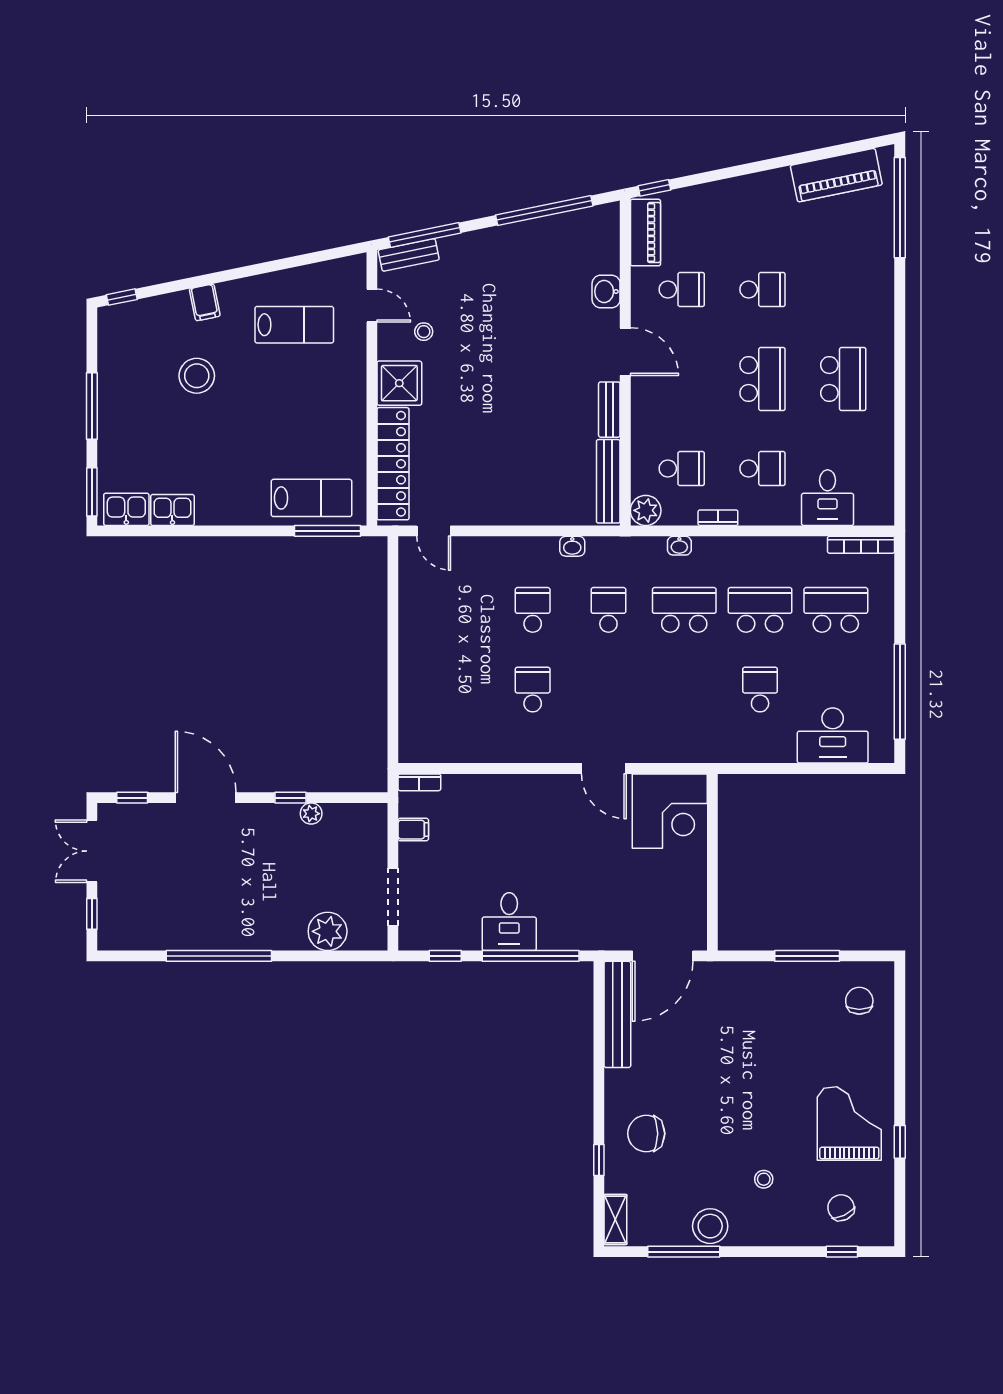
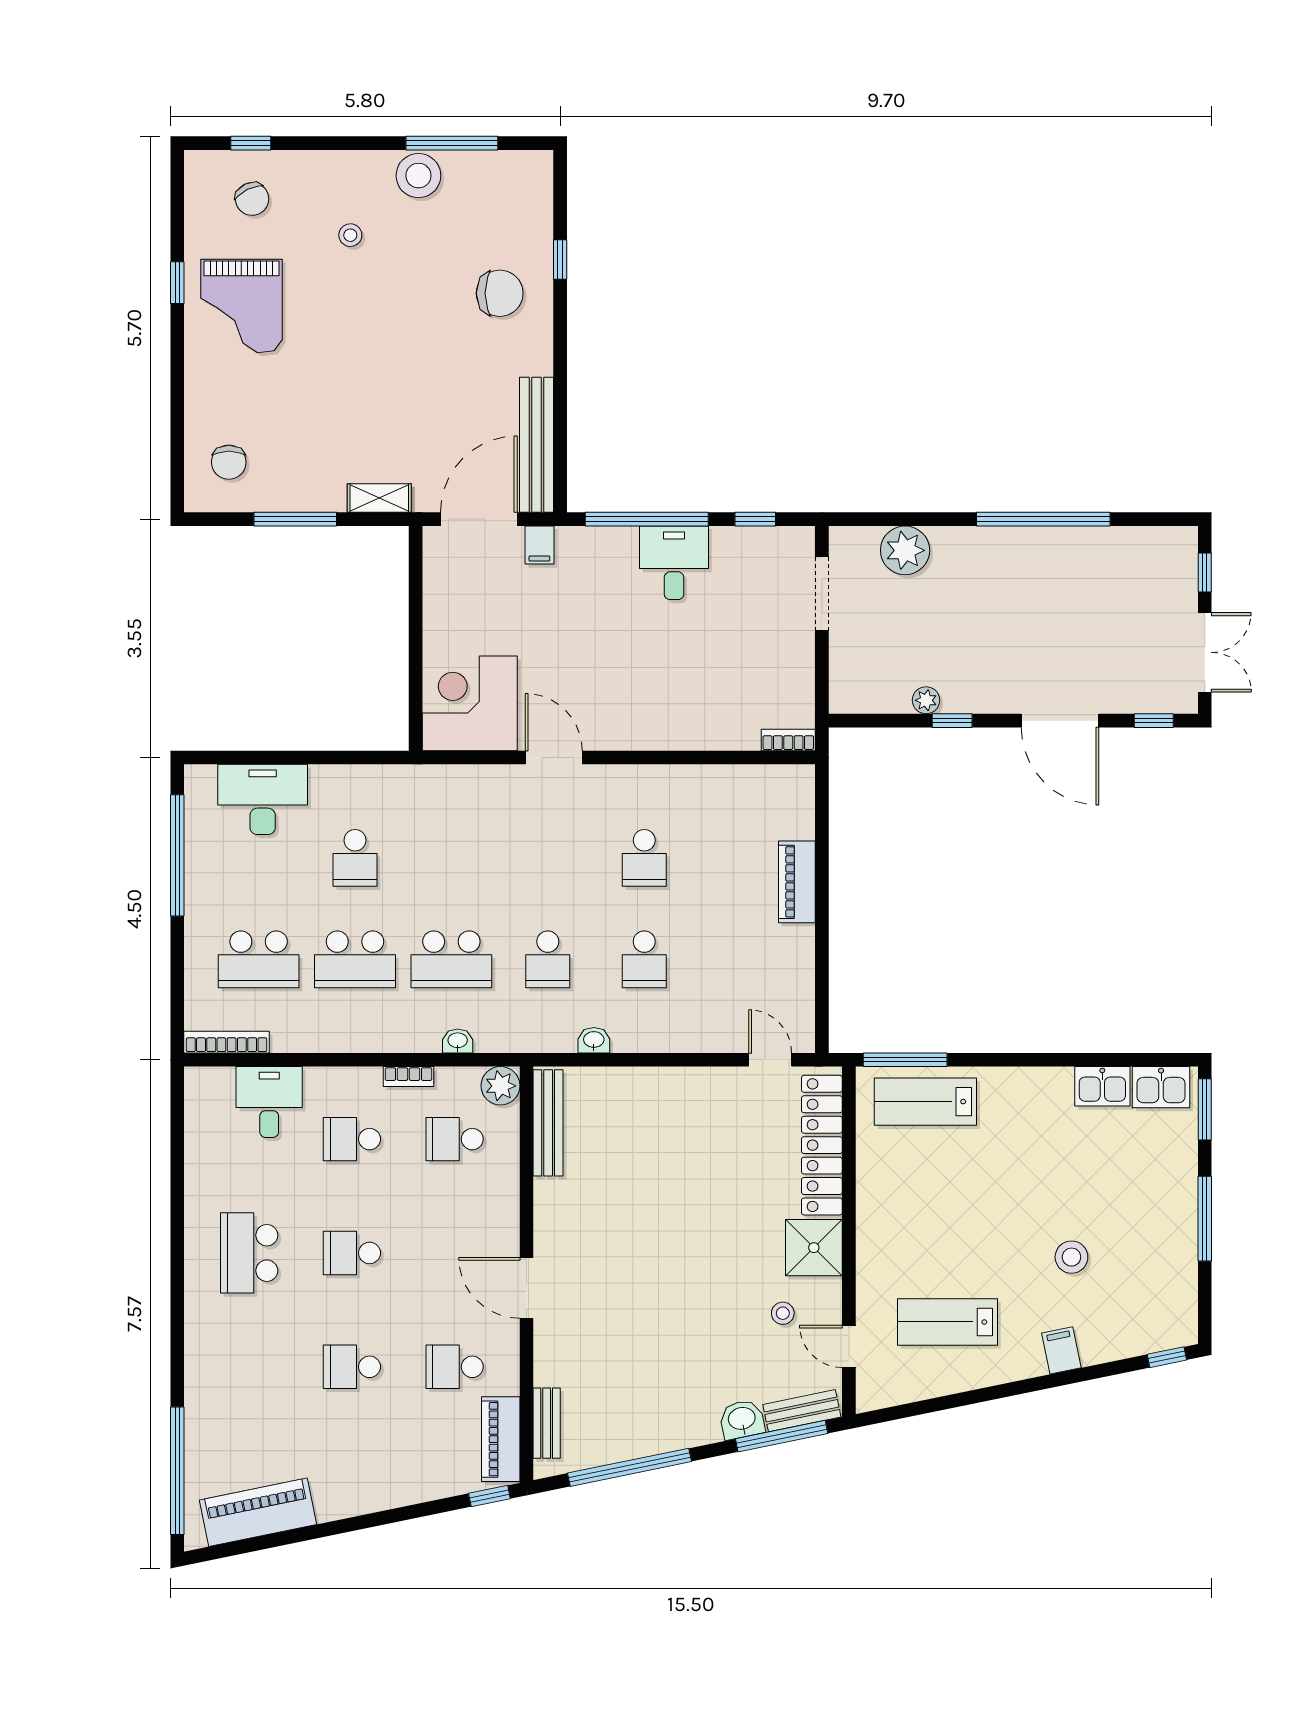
washbasin: (606, 292) -> (742, 1419), moved, turned -102
stool: (197, 376) -> (1071, 1257), width x0.73, depth x0.73
school desk: (763, 379) -> (352, 1253), width x0.54
bench: (609, 410) -> (547, 1423), moved
piano: (413, 671) -> (797, 882), added
filing cabinet: (413, 830) -> (539, 545), moved, turned -90
shelving: (615, 1219) -> (379, 498), moved, turned 90

